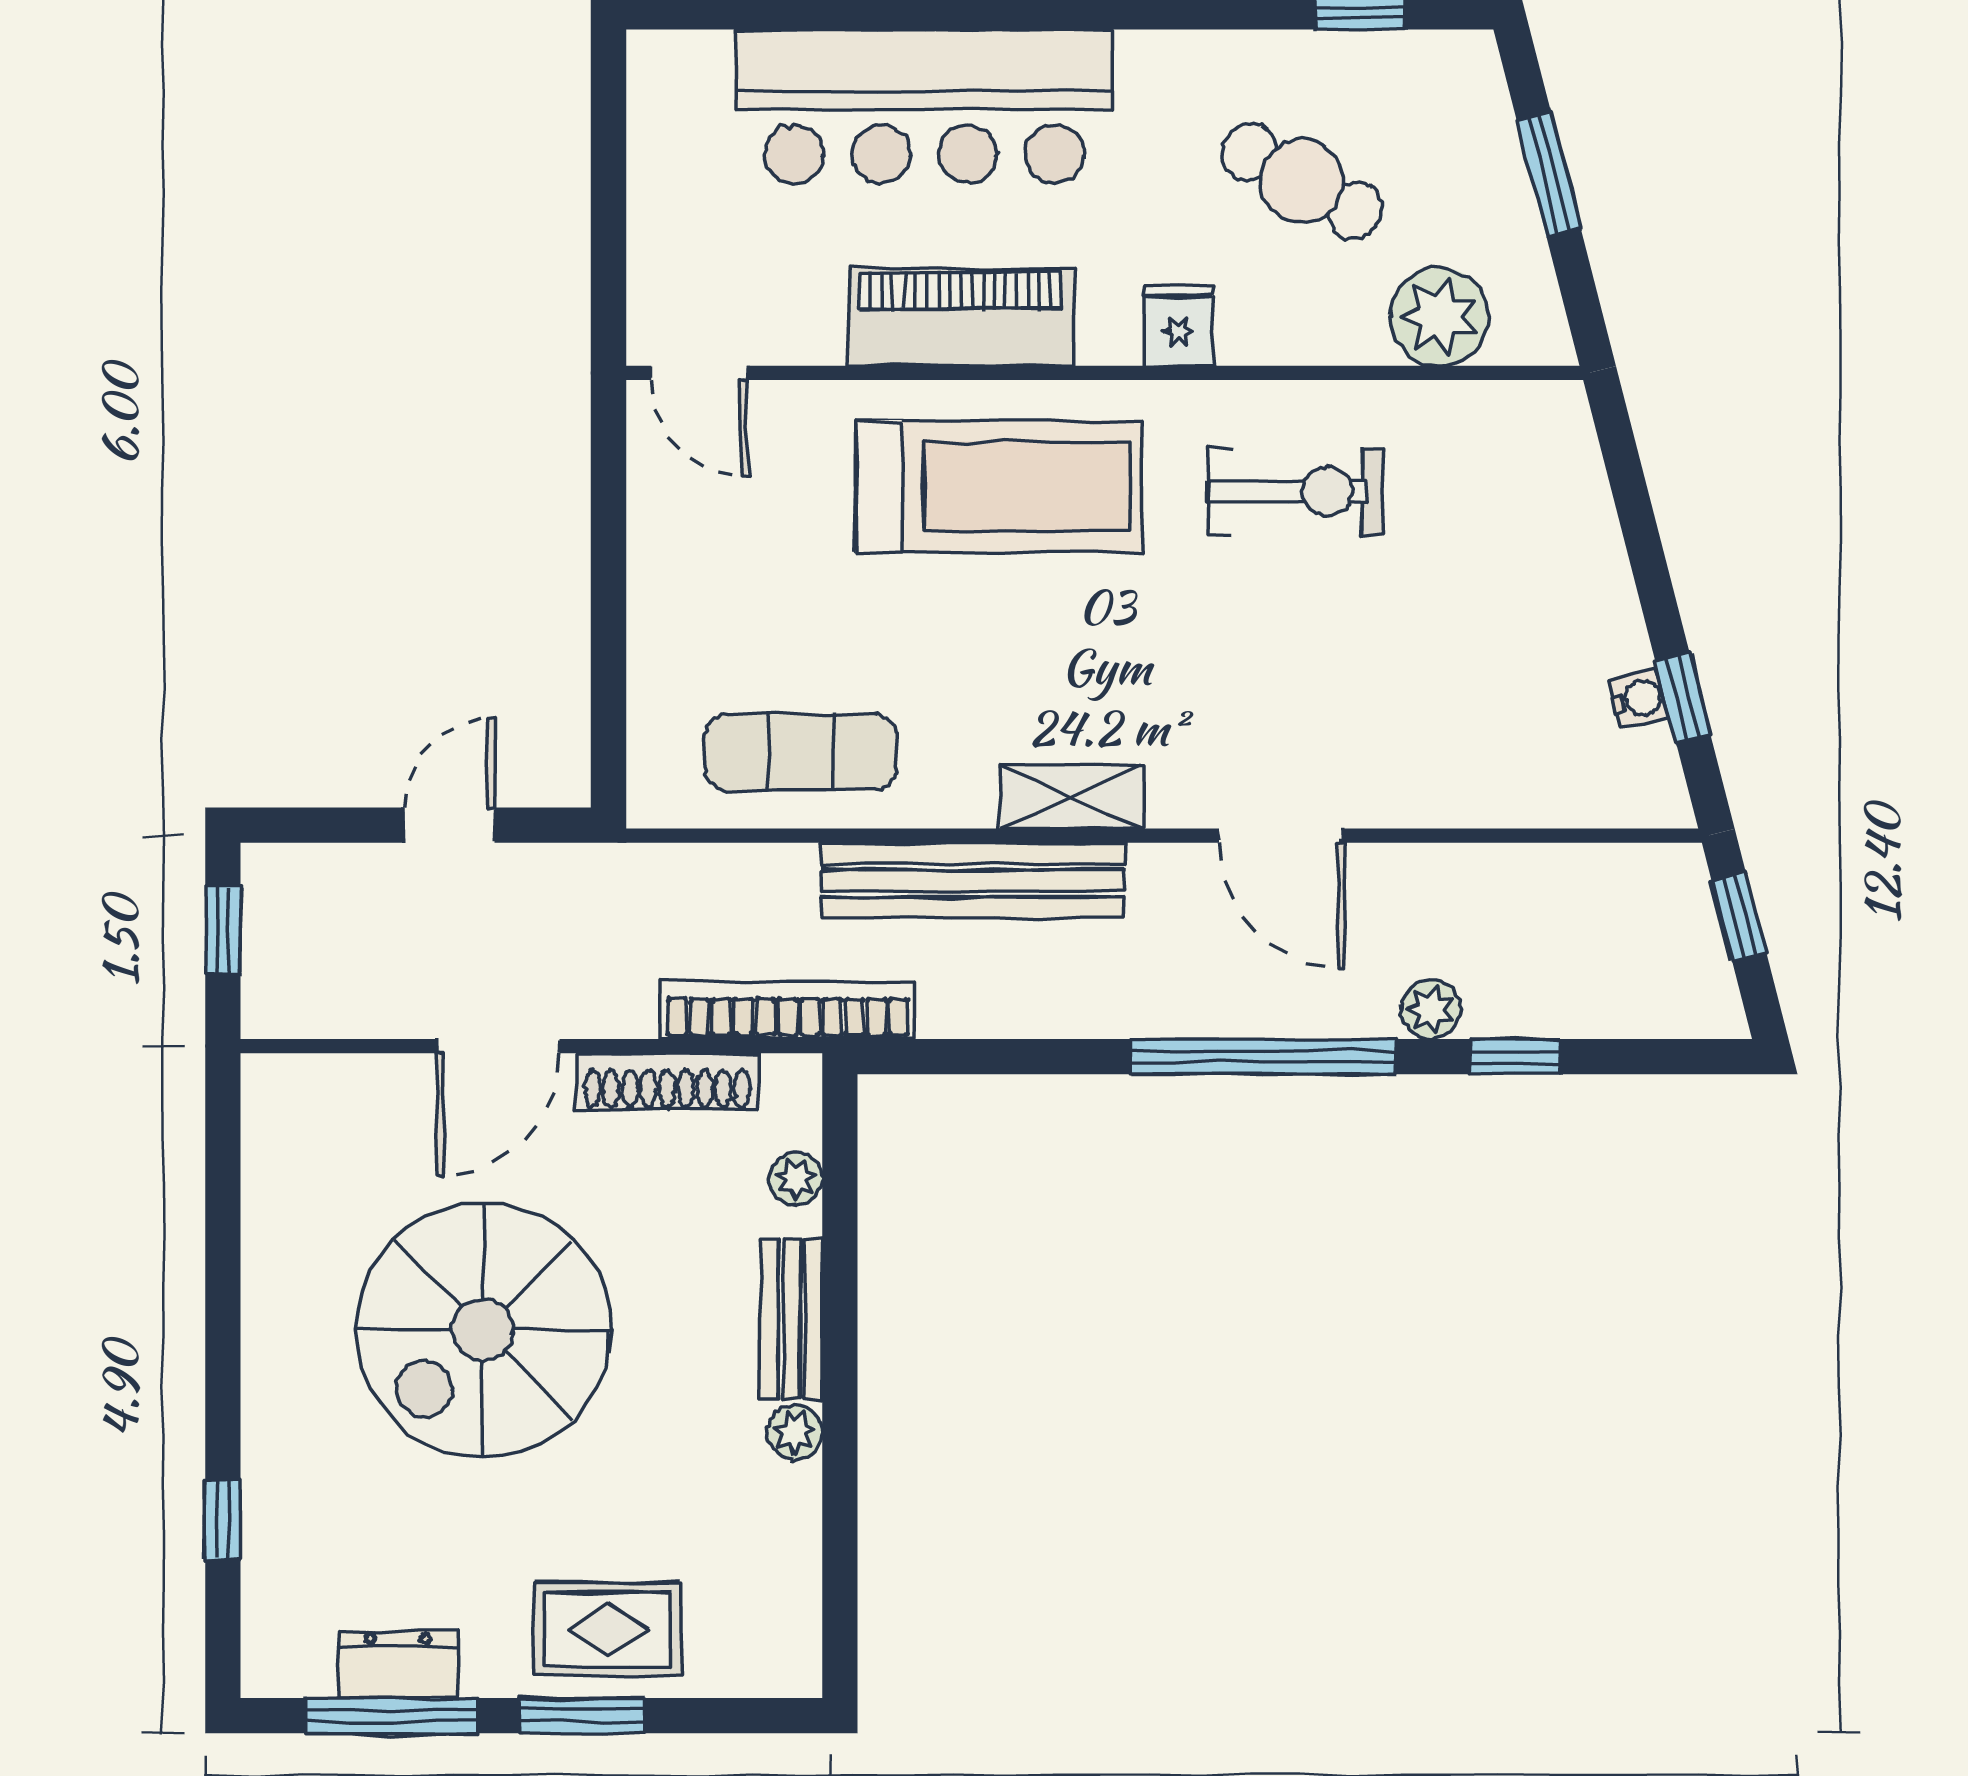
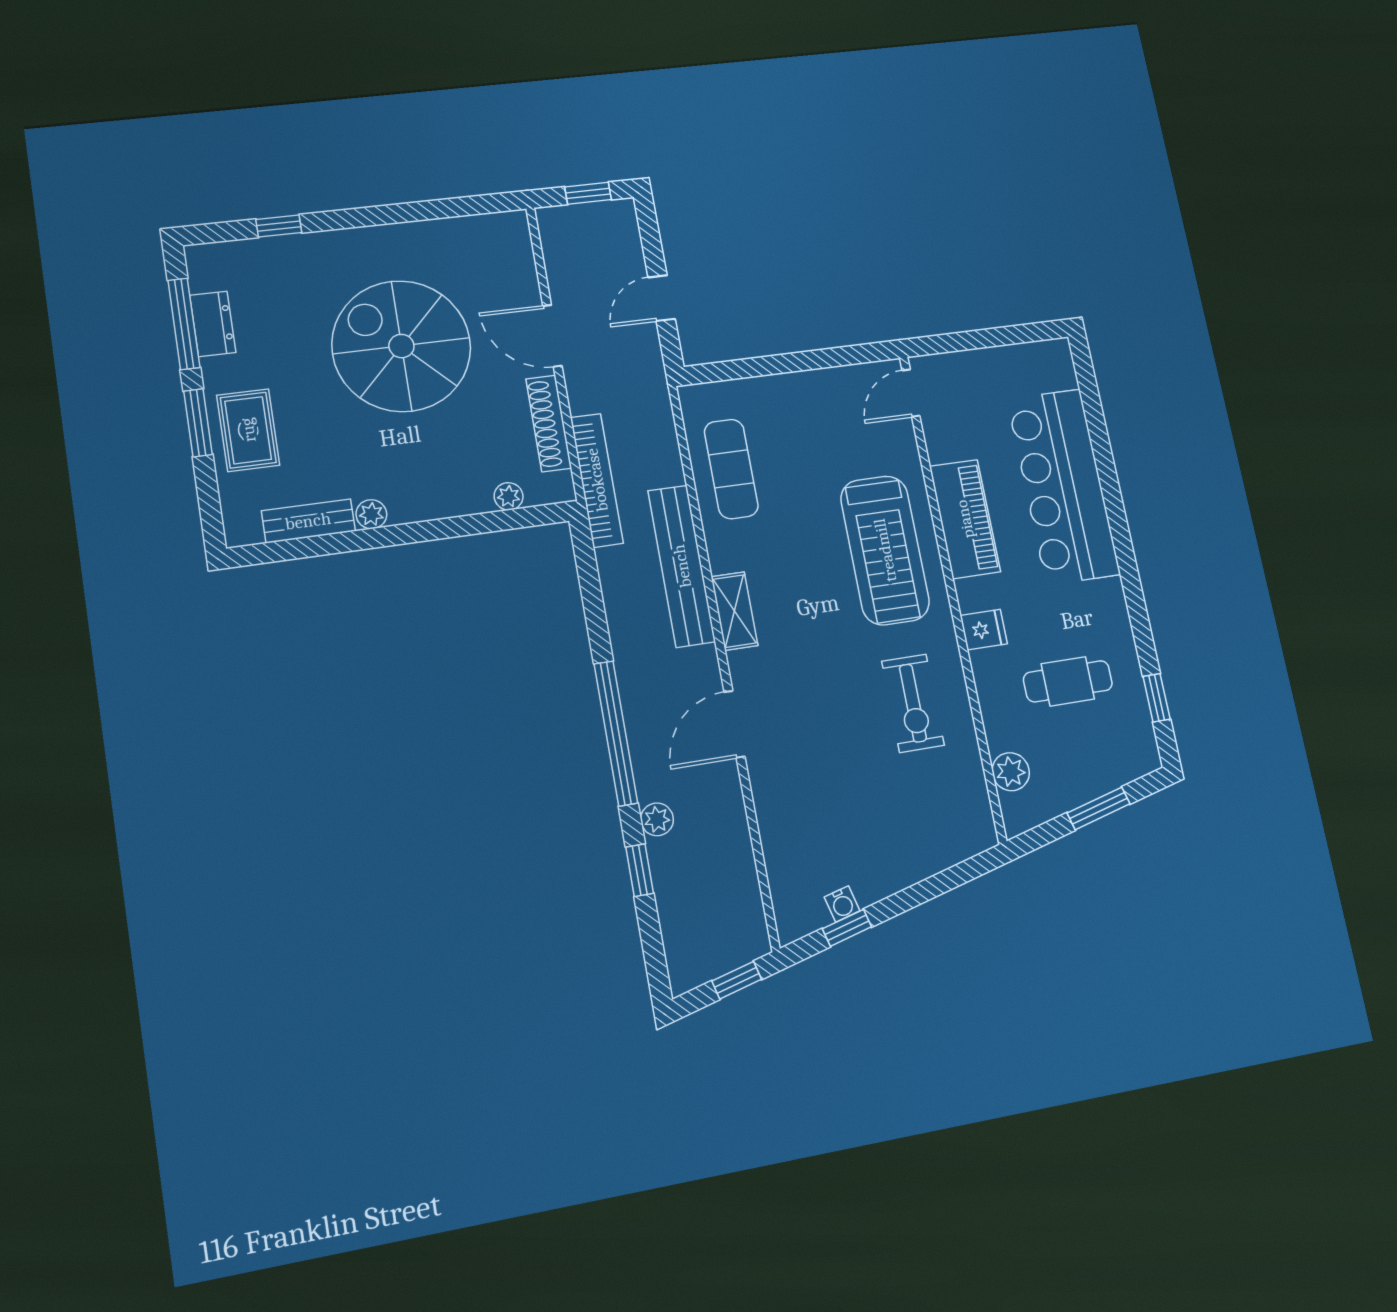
cafe table: (1302, 181) -> (1068, 681), turned 61
plant: (1440, 317) -> (1011, 772), width x0.73, depth x0.73
door: (450, 825) -> (662, 298), swing flipped
bench: (792, 1319) -> (308, 521), moved

